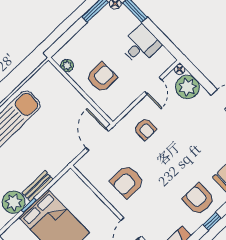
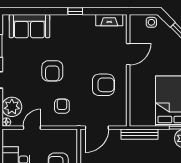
bench: (38, 186) -> (139, 134), moved, width x1.36
armchair: (199, 199) -> (52, 71), moved

